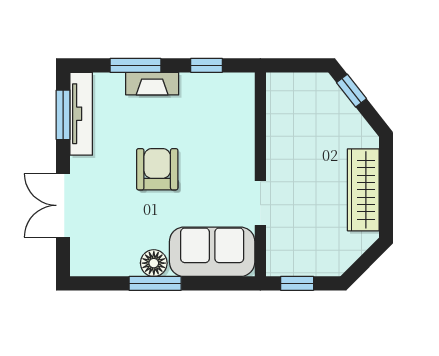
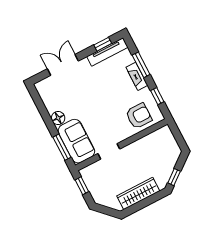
window: (351, 91) -> (174, 177), moved
window: (63, 115) -> (103, 44), width x0.67
armchair: (157, 169) -> (139, 116), moved
window: (155, 283) -> (62, 147), moved

